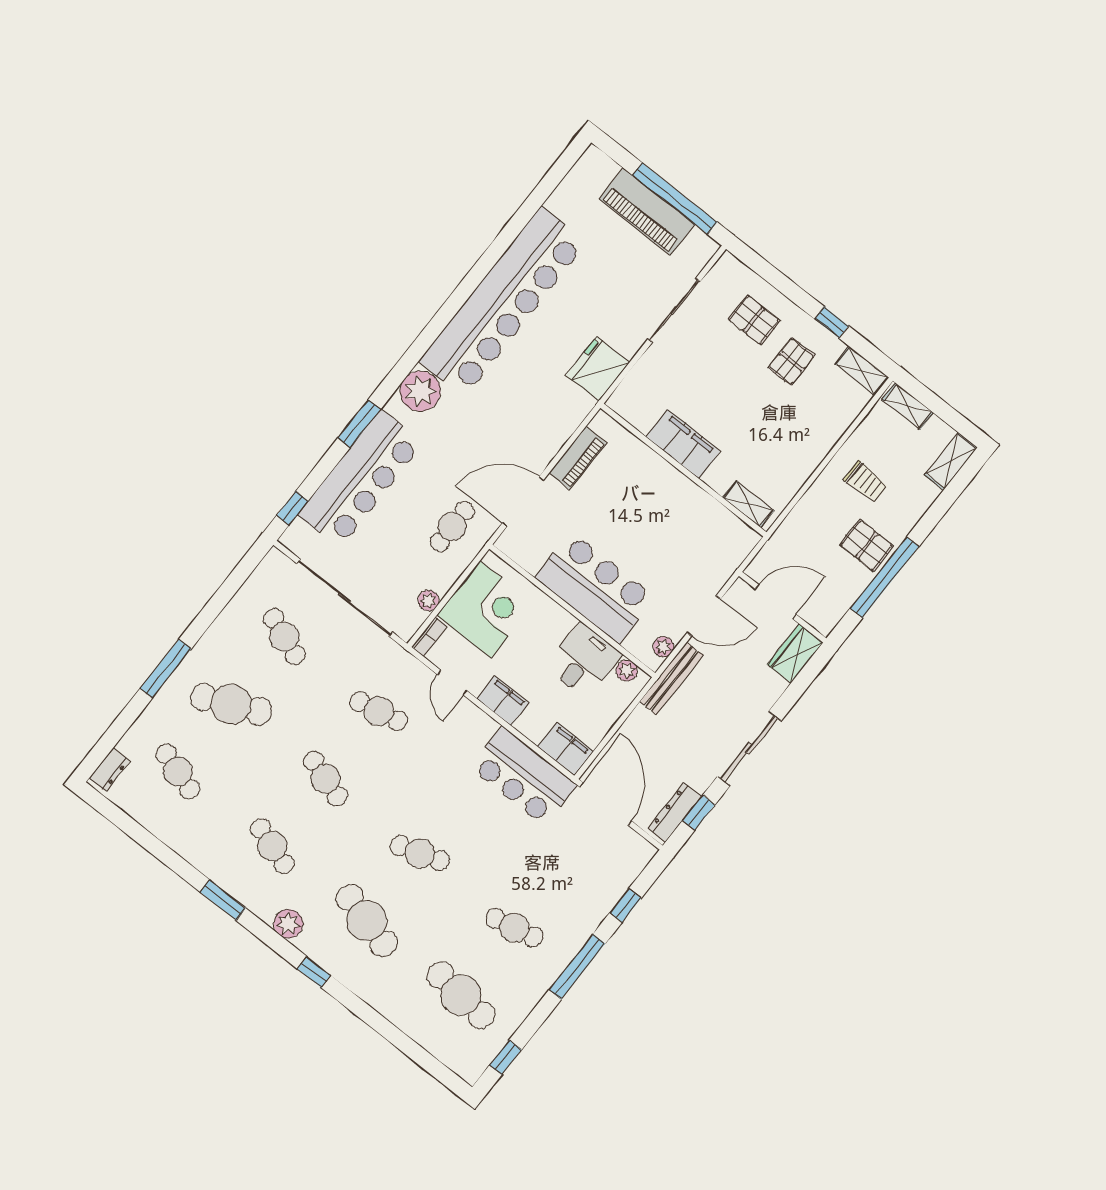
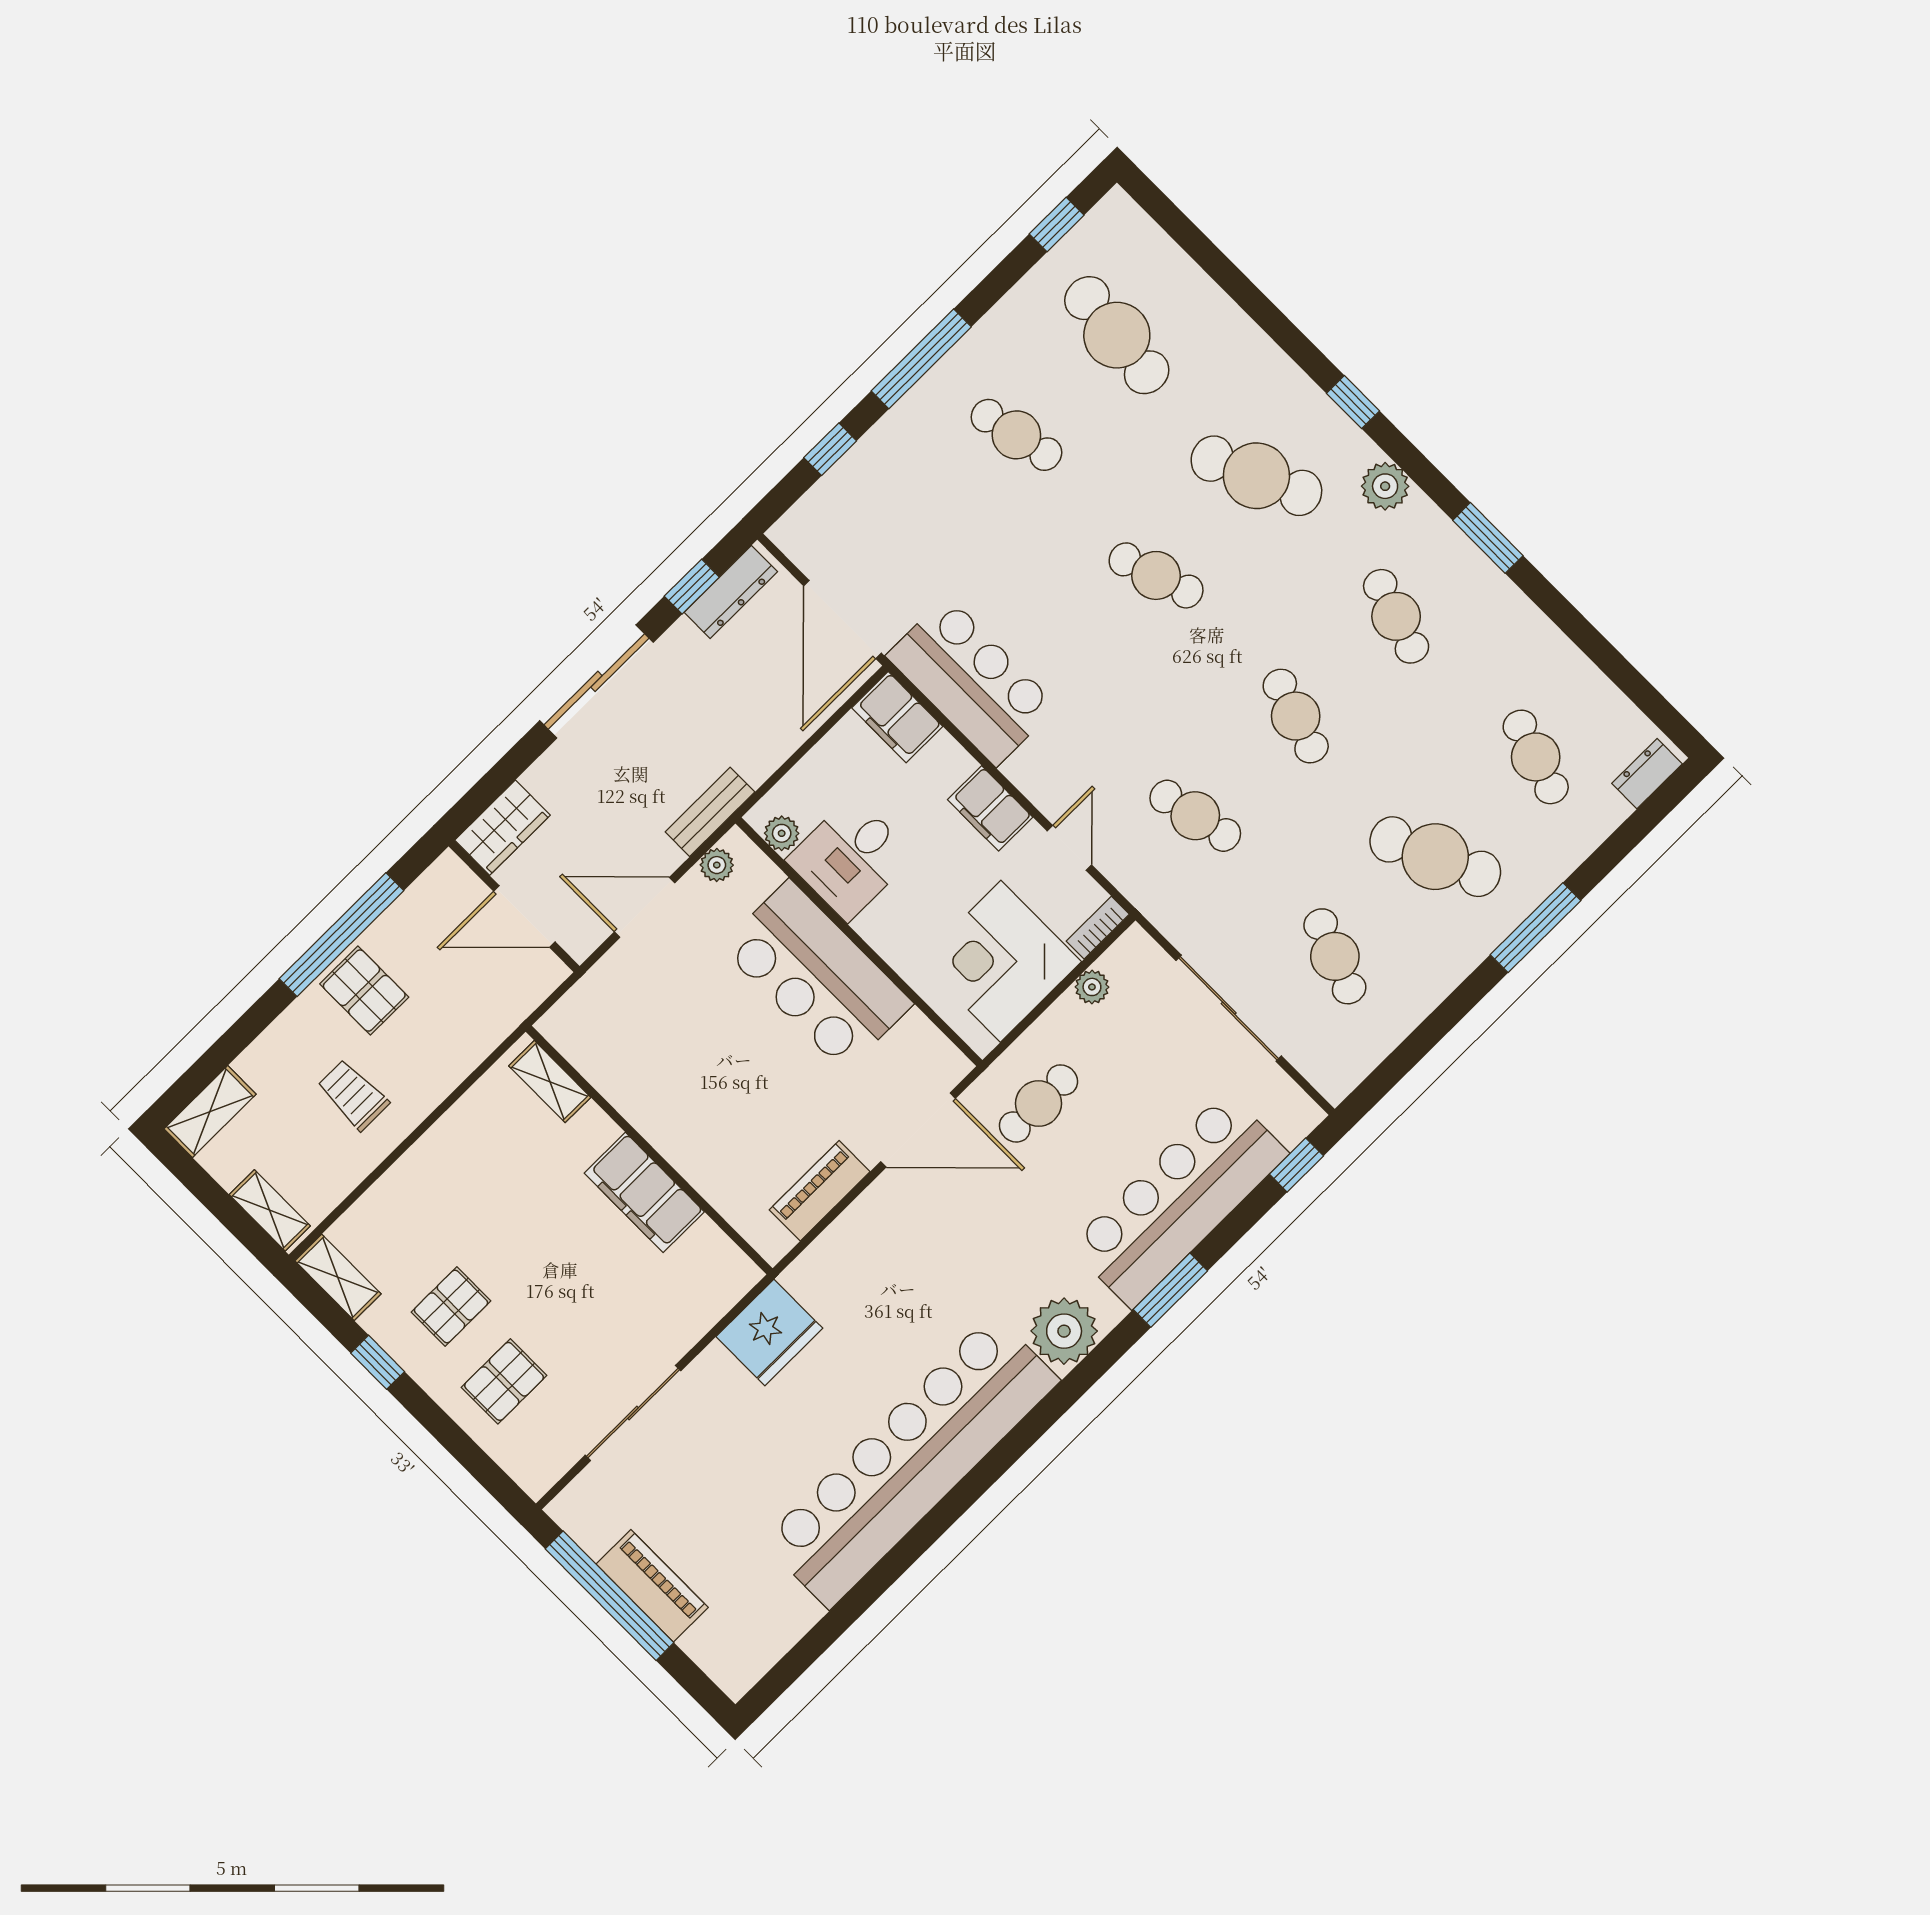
piano: (647, 212) -> (652, 1586), width x0.73, depth x0.75
pallet: (754, 320) -> (504, 1381), turned 90
sliding door: (345, 598) -> (1229, 1008), width x0.73
bench: (671, 678) -> (710, 812), width x0.73
cafe table: (367, 921) -> (1256, 476), turned -39

